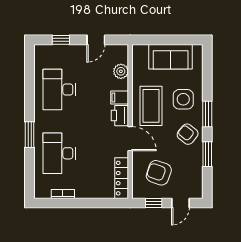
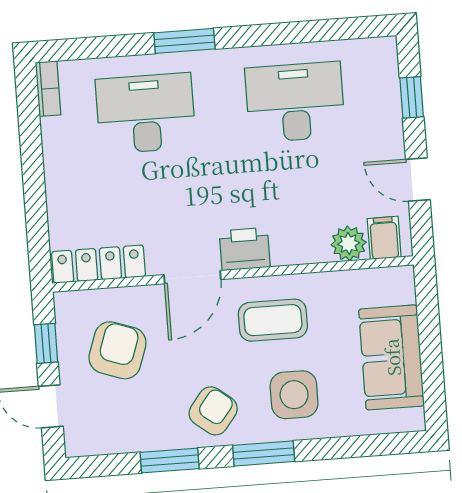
filing cabinet: (120, 98) -> (384, 238), moved
coffee table: (151, 106) -> (273, 320), width x0.73, depth x0.76
bookcase: (63, 194) -> (48, 89), moved

